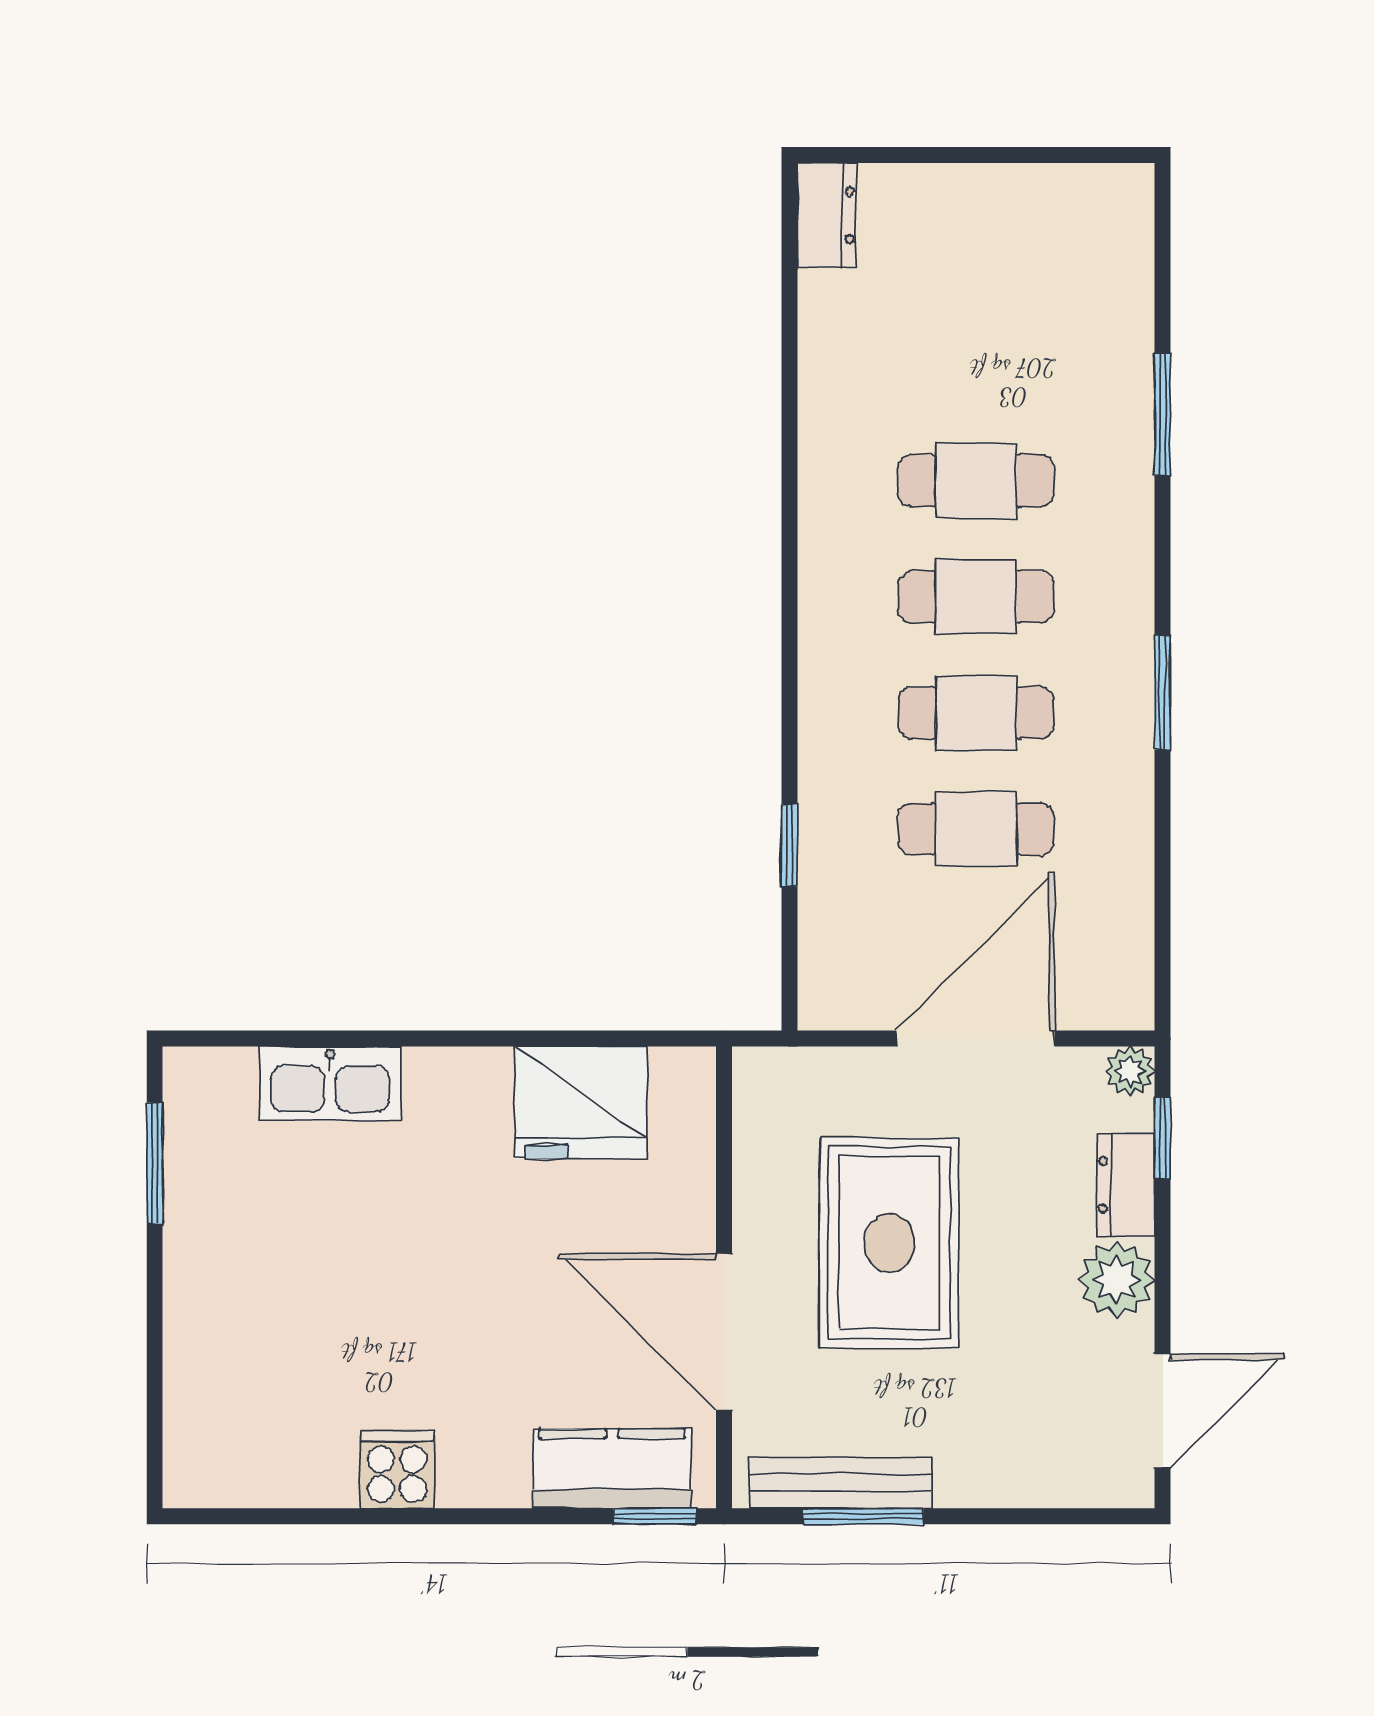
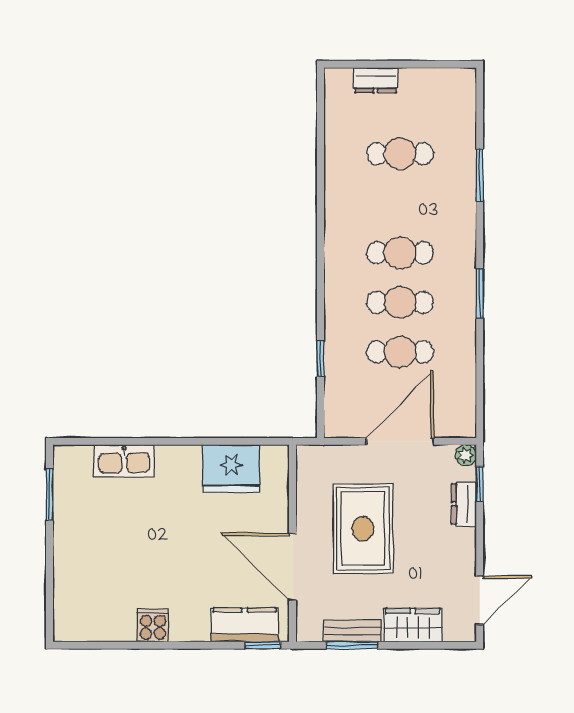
dresser: (827, 215) -> (376, 80), moved, turned 90
cafe table: (976, 481) -> (400, 154), moved
plant: (1116, 1280) -> (460, 544), removed
wardrobe: (1006, 1469) -> (413, 625), added
bench: (841, 1483) -> (353, 631), width x0.73

